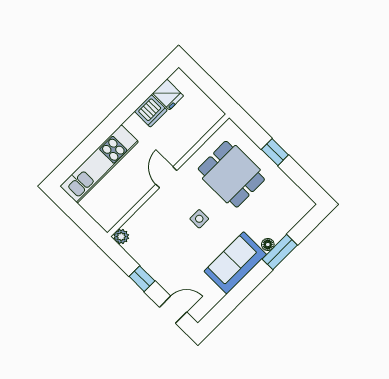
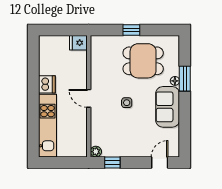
fridge: (168, 95) -> (78, 43), moved, turned 180
dishwasher: (151, 111) -> (47, 84), moved
dining table: (231, 174) -> (143, 61), moved
window: (142, 279) -> (112, 163), moved

